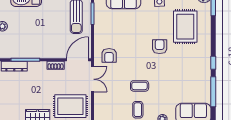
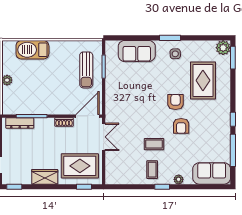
armchair: (109, 55) -> (181, 126), moved

